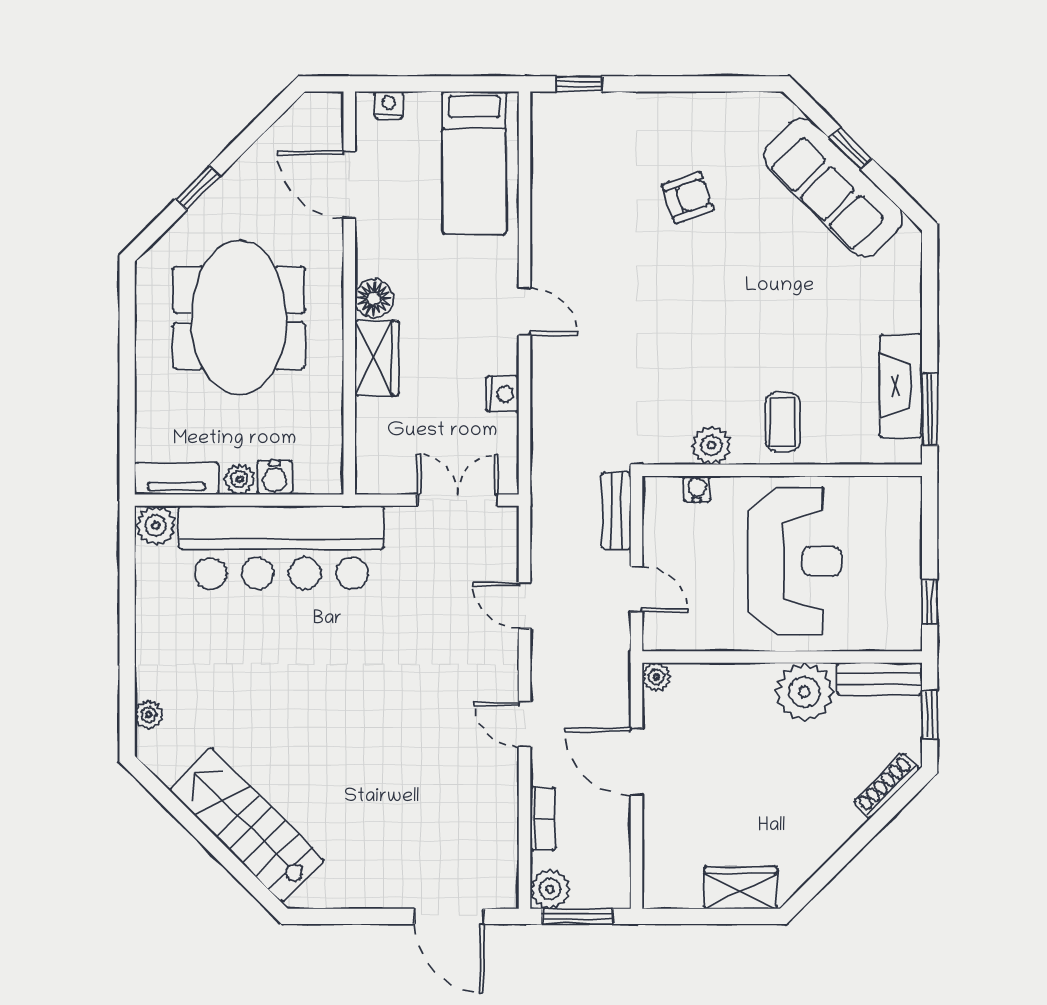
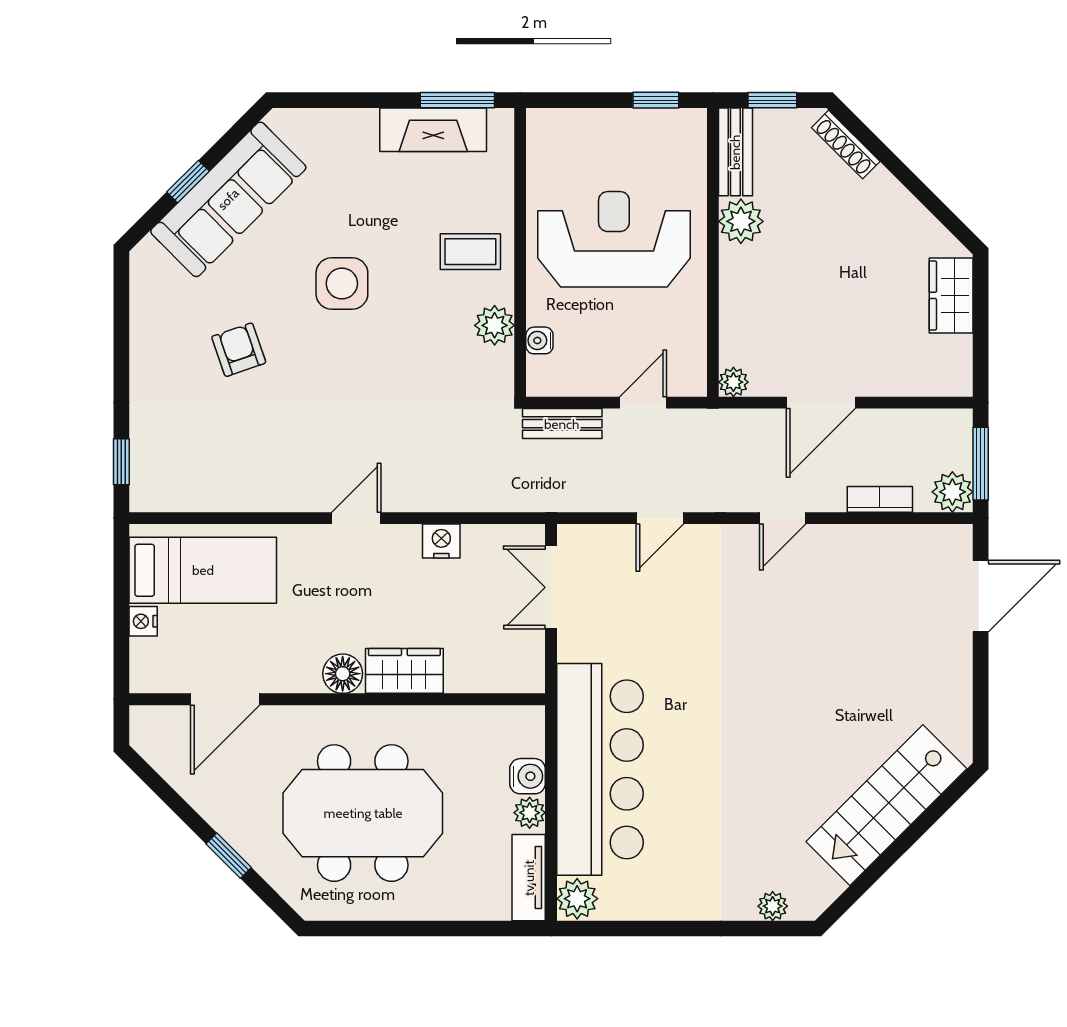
nightstand: (389, 105) -> (143, 621), moved
side table: (752, 298) -> (342, 283), added
plant: (804, 692) -> (741, 221), width x0.73, depth x0.73

